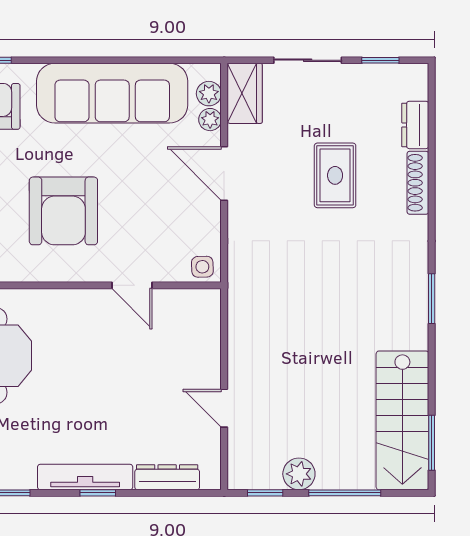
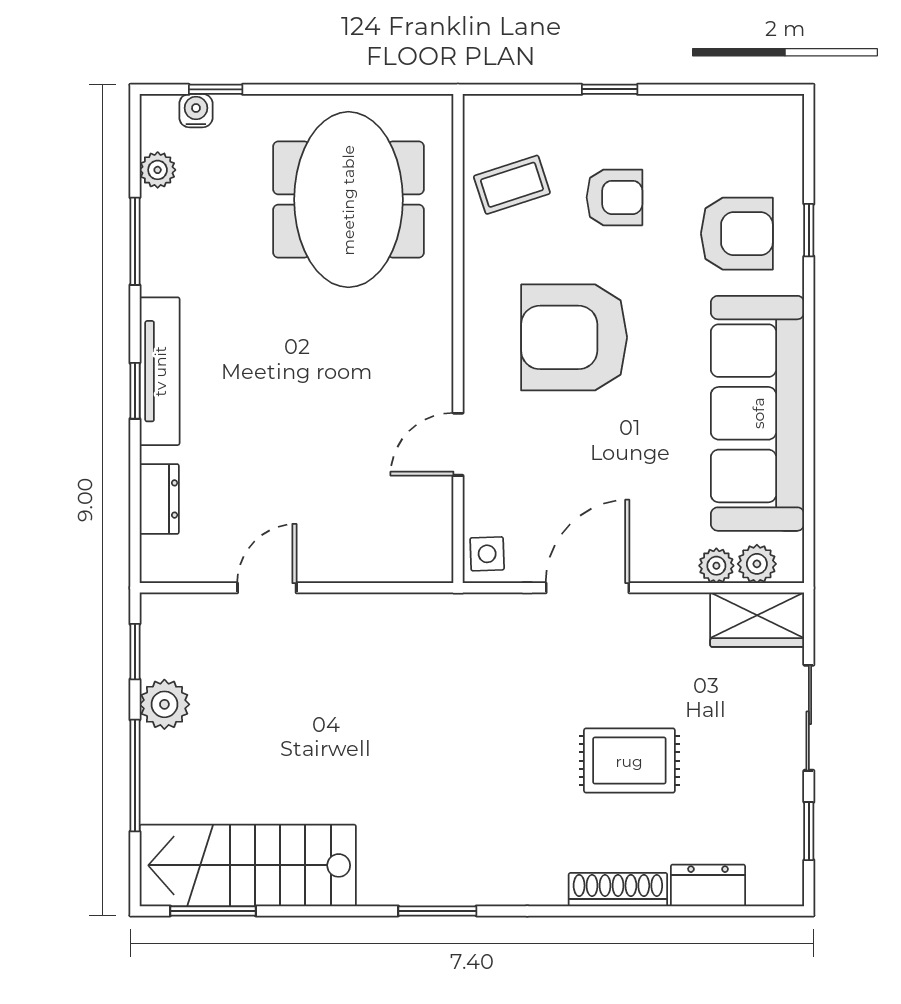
door: (224, 174) -> (587, 588), moved
dresser: (167, 477) -> (159, 499), width x0.70

